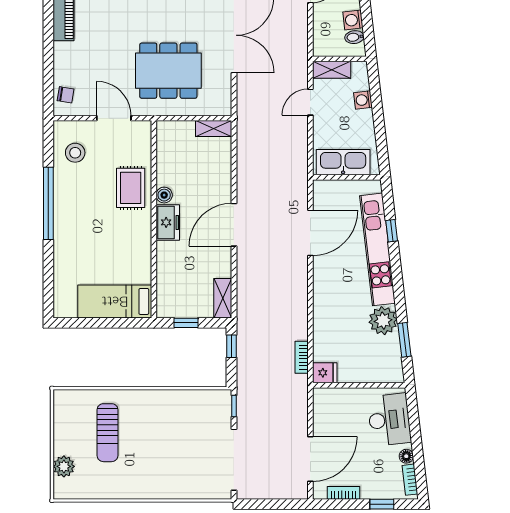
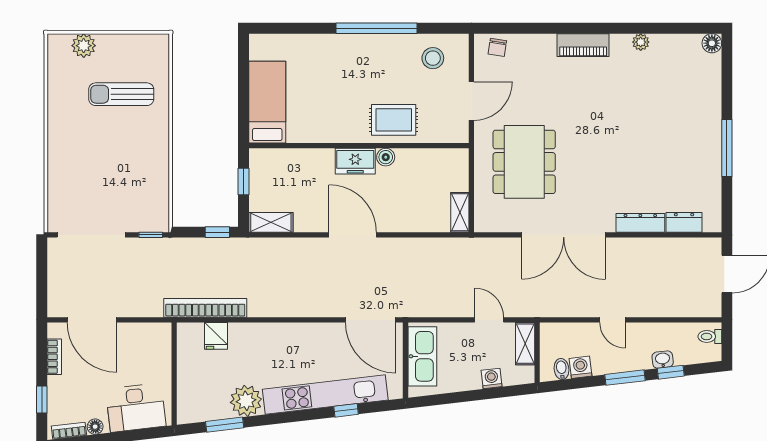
door: (310, 233) -> (371, 320), moved
bookcase: (302, 357) -> (205, 308), width x2.31, depth x1.31
fridge: (325, 373) -> (216, 336), moved

